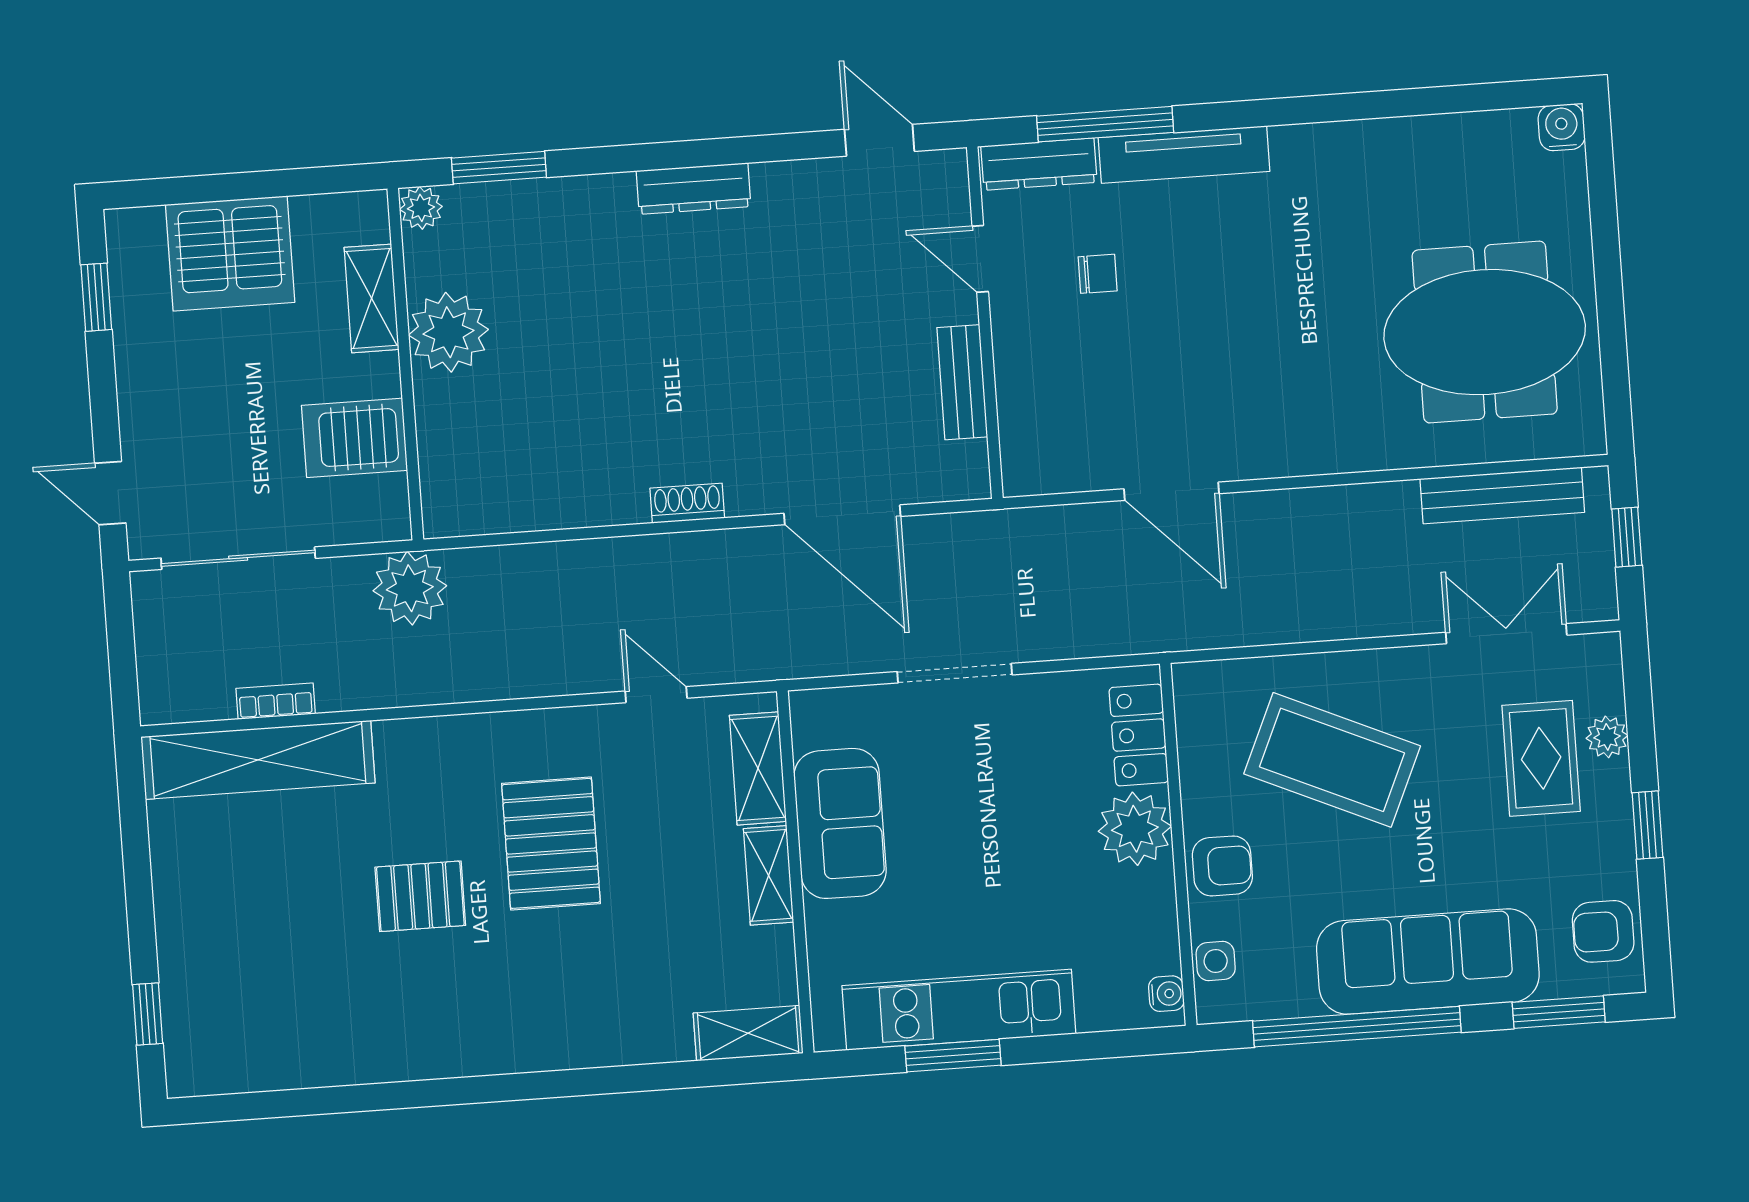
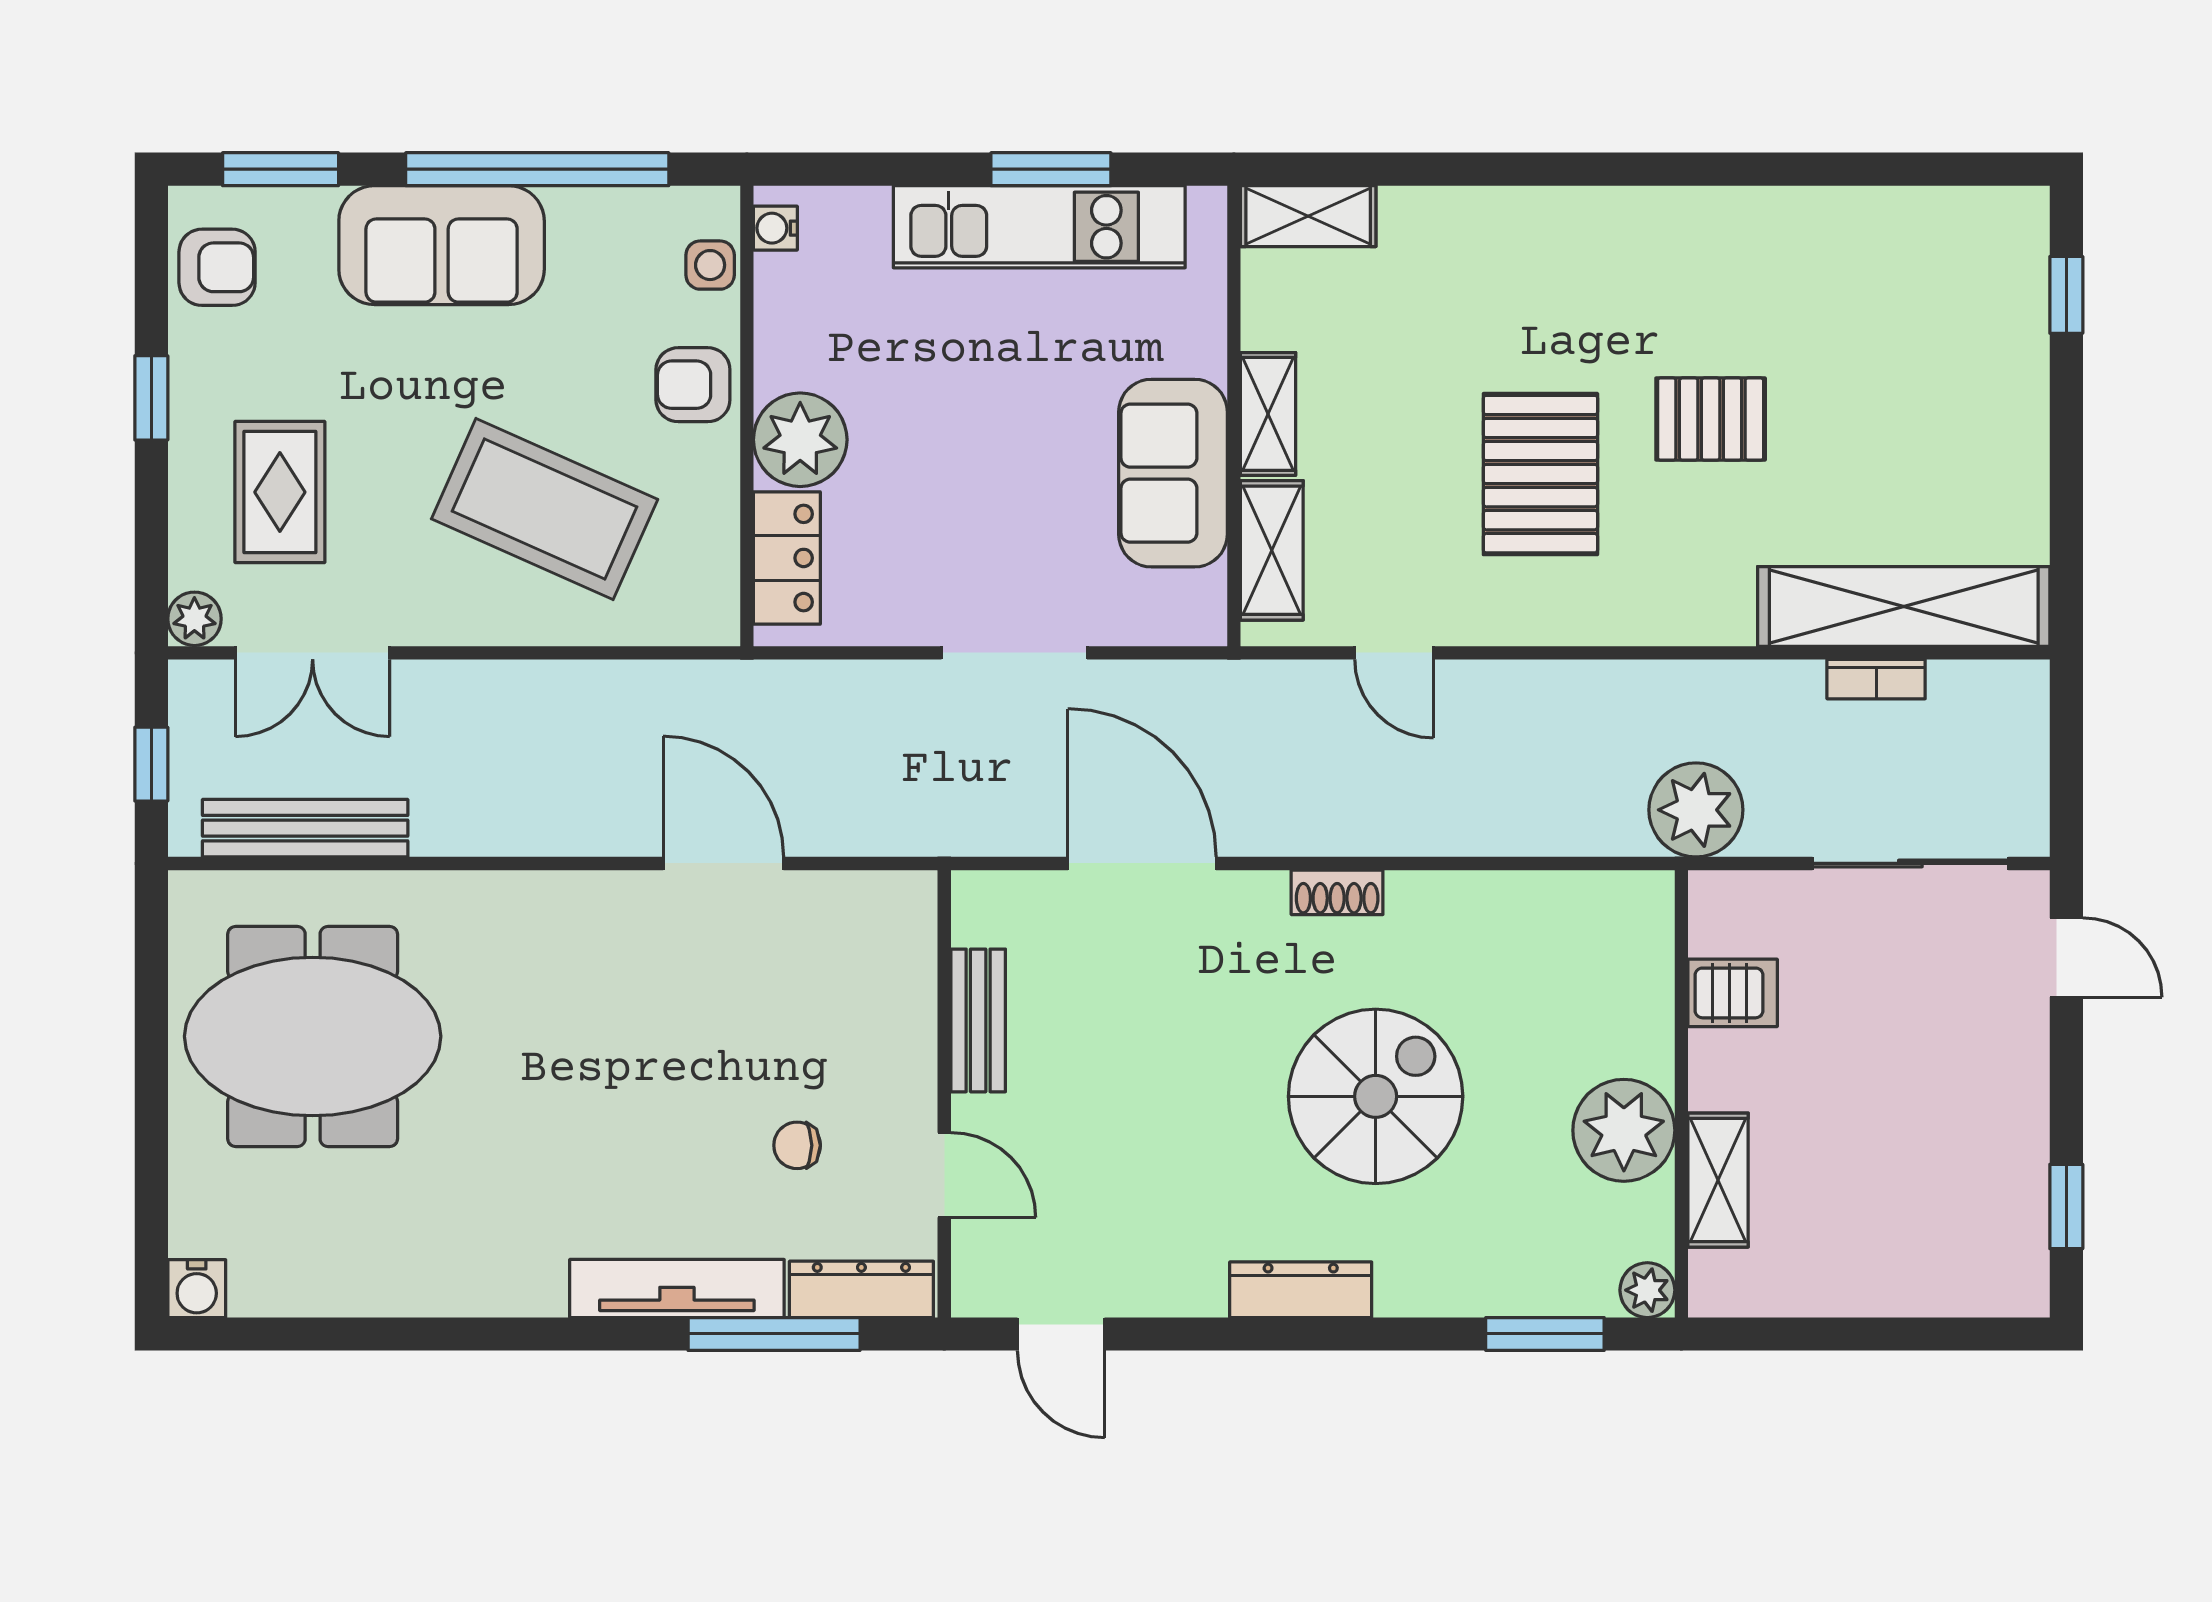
server rack: (230, 253) -> (1893, 1250), removed
spiral stairs: (646, 345) -> (1376, 1096), added
server rack: (355, 438) -> (1733, 993), width x0.73, depth x0.70
plant: (1607, 737) -> (194, 619), moved
sofa: (1428, 962) -> (442, 245), width x0.73

